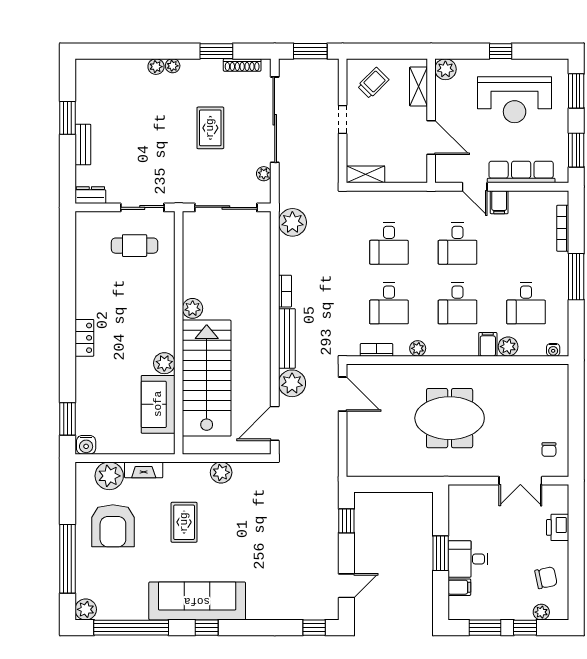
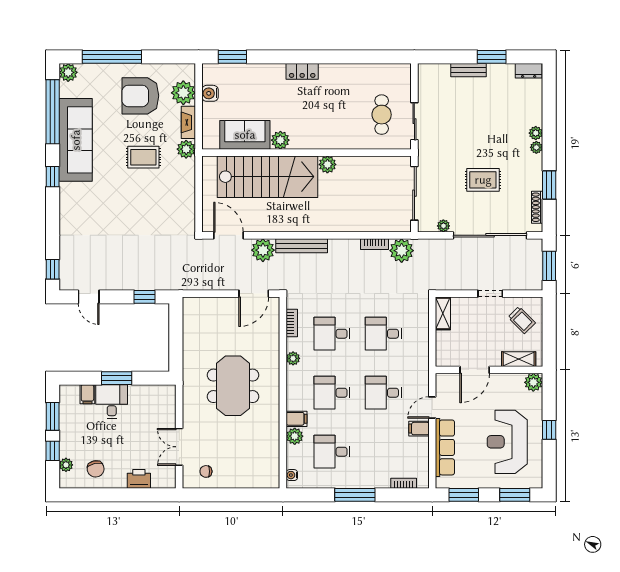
dresser: (90, 195) -> (529, 71), moved, turned 90
bookcase: (563, 228) -> (404, 483), width x0.64
bookcase: (285, 291) -> (374, 244), moved
water cooler: (86, 445) -> (210, 93), moved
plant: (221, 472) -> (186, 149), moved
sofa: (197, 601) -> (76, 140), moved

